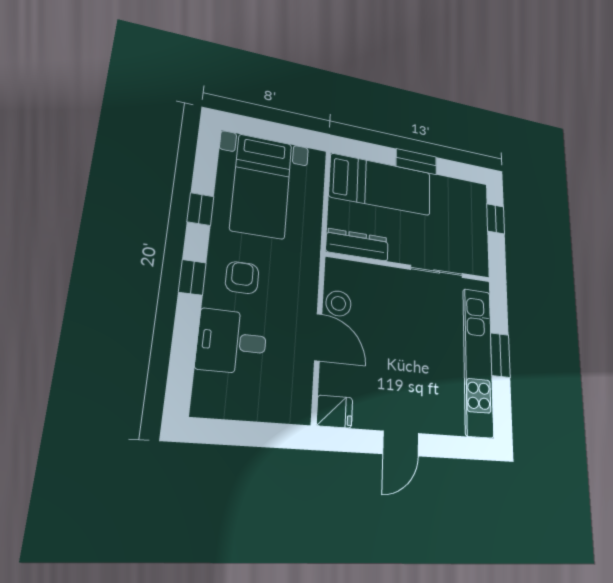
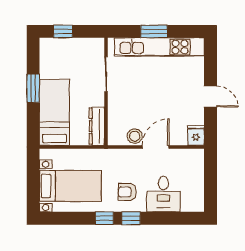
window: (201, 209) -> (104, 218), moved

